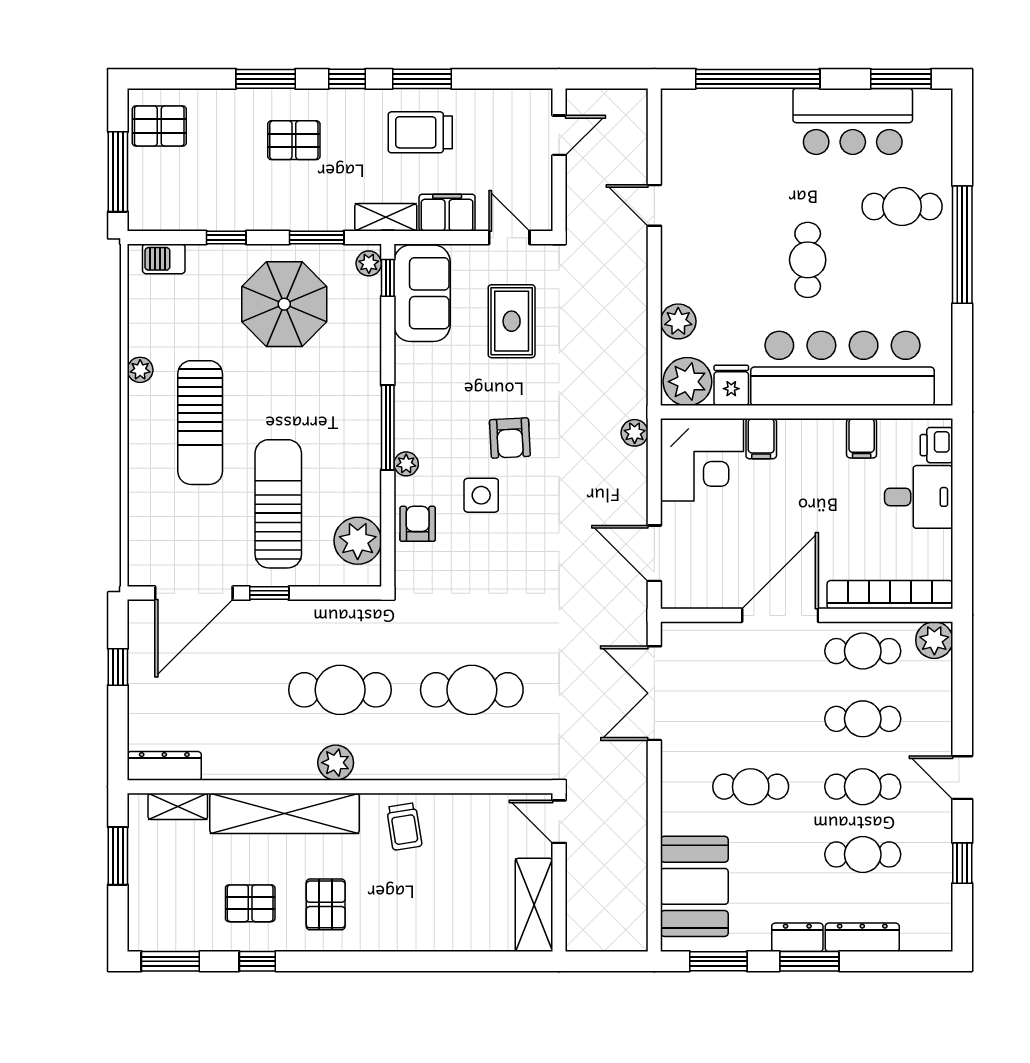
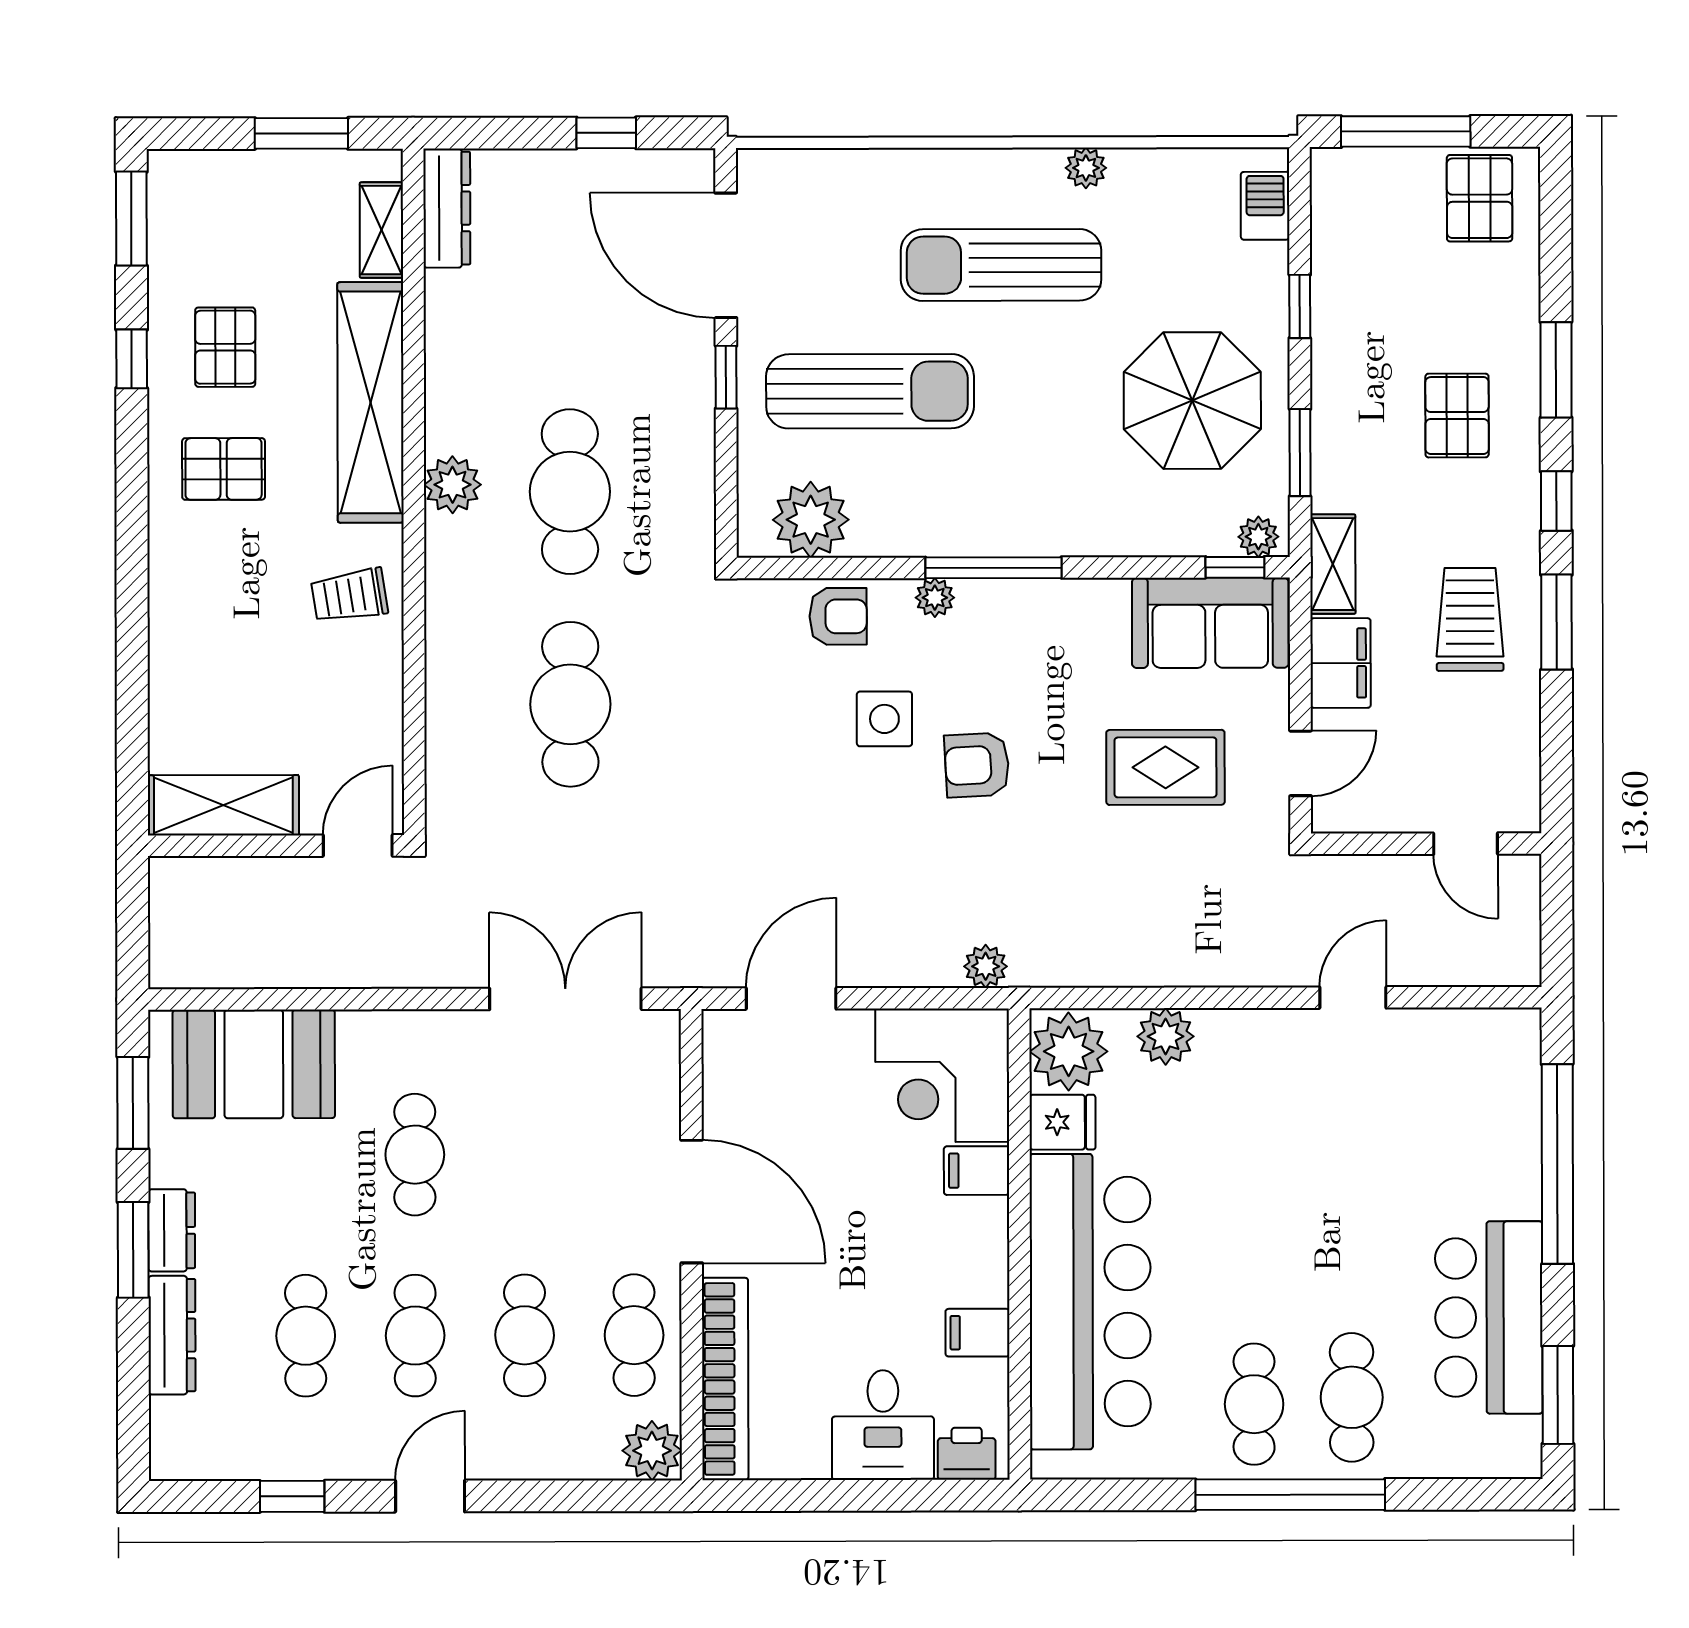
cafe table: (808, 260) -> (1254, 1404), moved, turned 90

